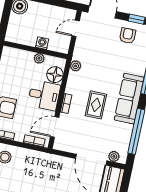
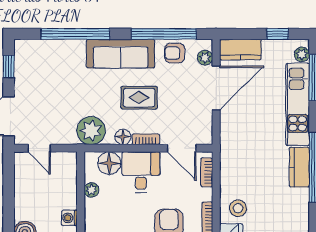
armchair: (128, 36) -> (175, 53), moved
washing machine: (42, 43) -> (69, 218), moved
plant: (76, 66) -> (91, 131), width x1.88, depth x1.88
floor lamp: (71, 88) -> (123, 137), added

